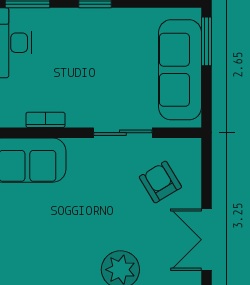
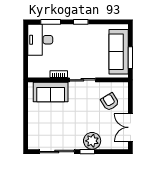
window: (206, 41) -> (130, 58), moved
sliding door: (123, 133) -> (82, 80), moved

